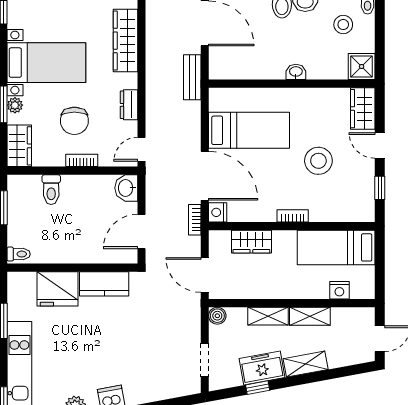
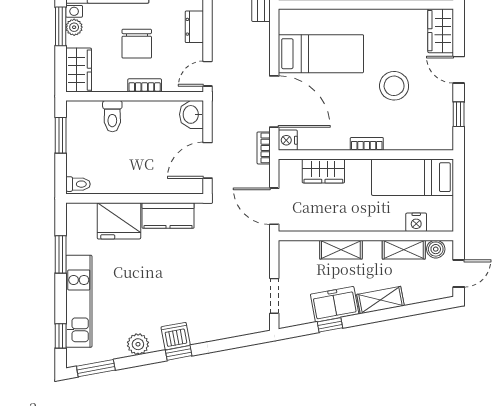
boiler: (217, 316) -> (436, 249), moved
shelving: (310, 316) -> (404, 250), moved

